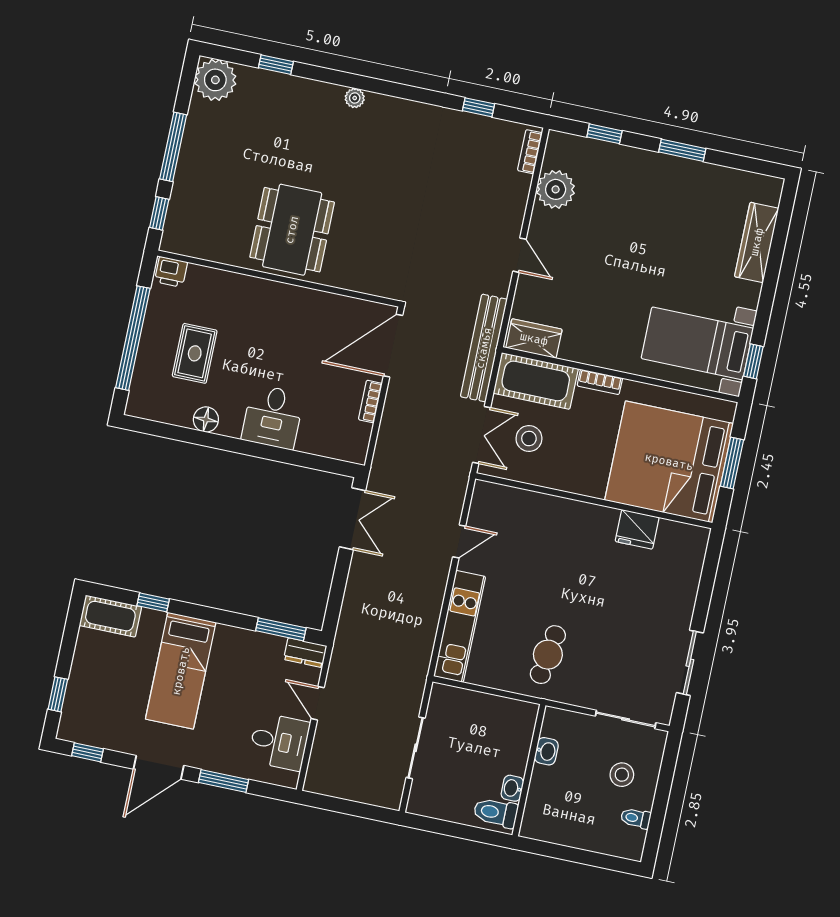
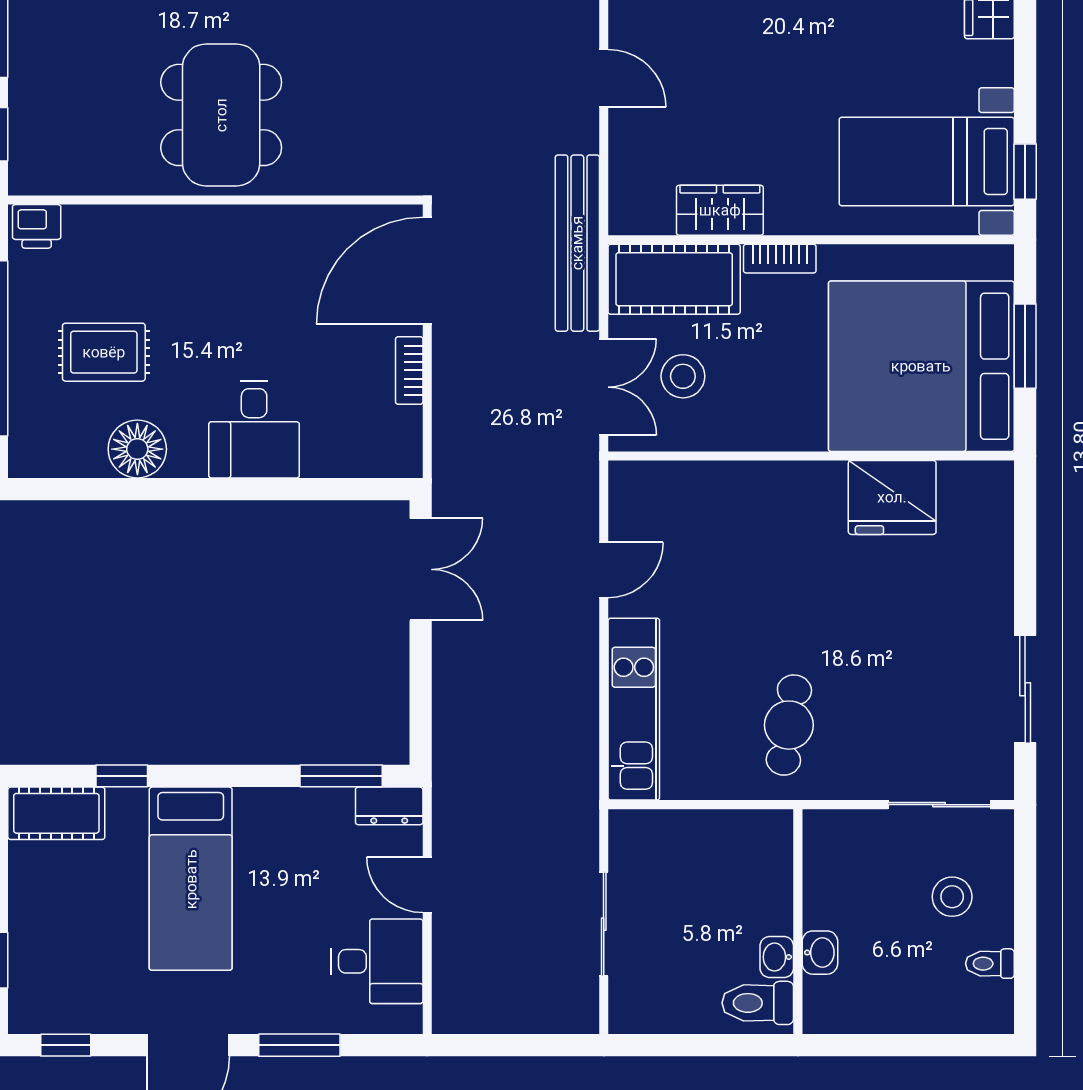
wardrobe: (534, 339) -> (720, 210), moved
rug: (195, 353) -> (104, 352), turned 90
floor lamp: (206, 420) -> (137, 449), width x1.38, depth x1.38
fridge: (637, 529) -> (892, 497), width x1.36, depth x1.34
washbasin: (546, 751) -> (820, 953), moved

